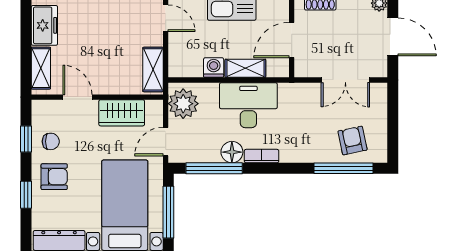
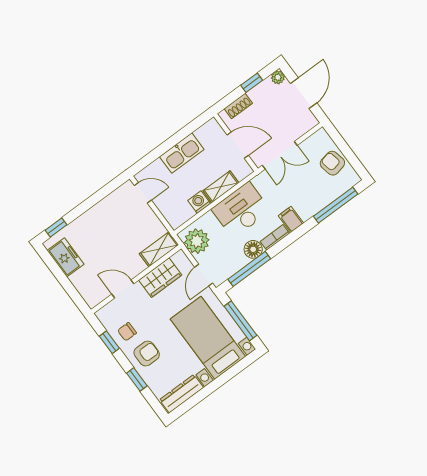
door: (393, 37) -> (304, 93), hinge flipped
door: (292, 40) -> (238, 145), swing flipped
shelving: (41, 68) -> (84, 288), removed
shelving: (153, 69) -> (159, 249), moved, turned 90
double door: (345, 80) -> (280, 155), moved
armchair: (352, 140) -> (332, 163), moved
chair: (51, 141) -> (127, 332), turned 180
filing cabinet: (290, 150) -> (291, 219), added

